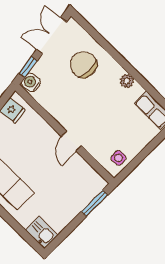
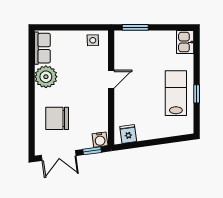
chair: (83, 65) -> (57, 118), turned 90
plant: (127, 81) -> (46, 77), width x1.87, depth x1.87

